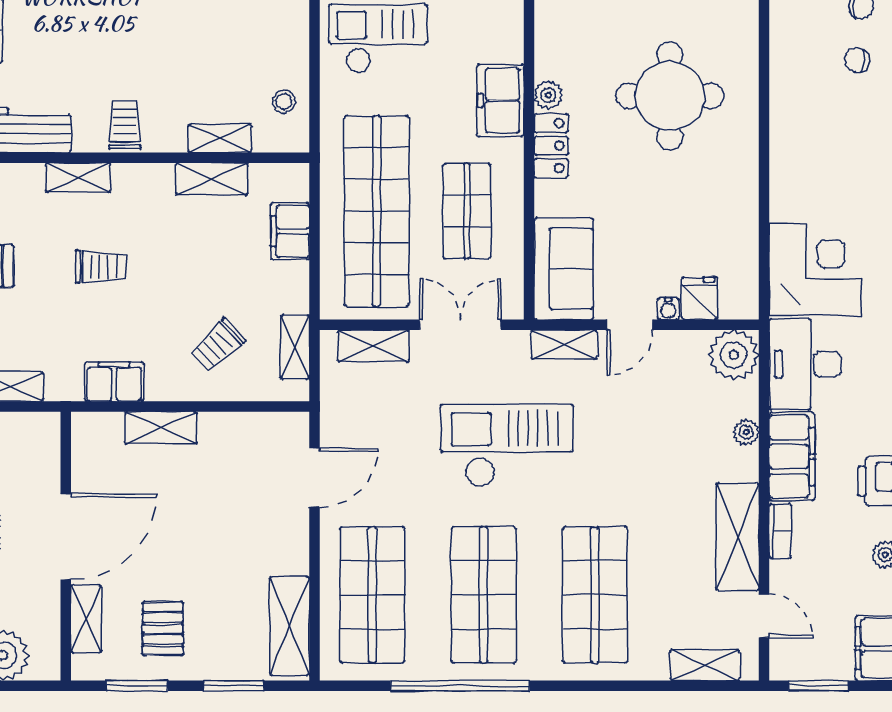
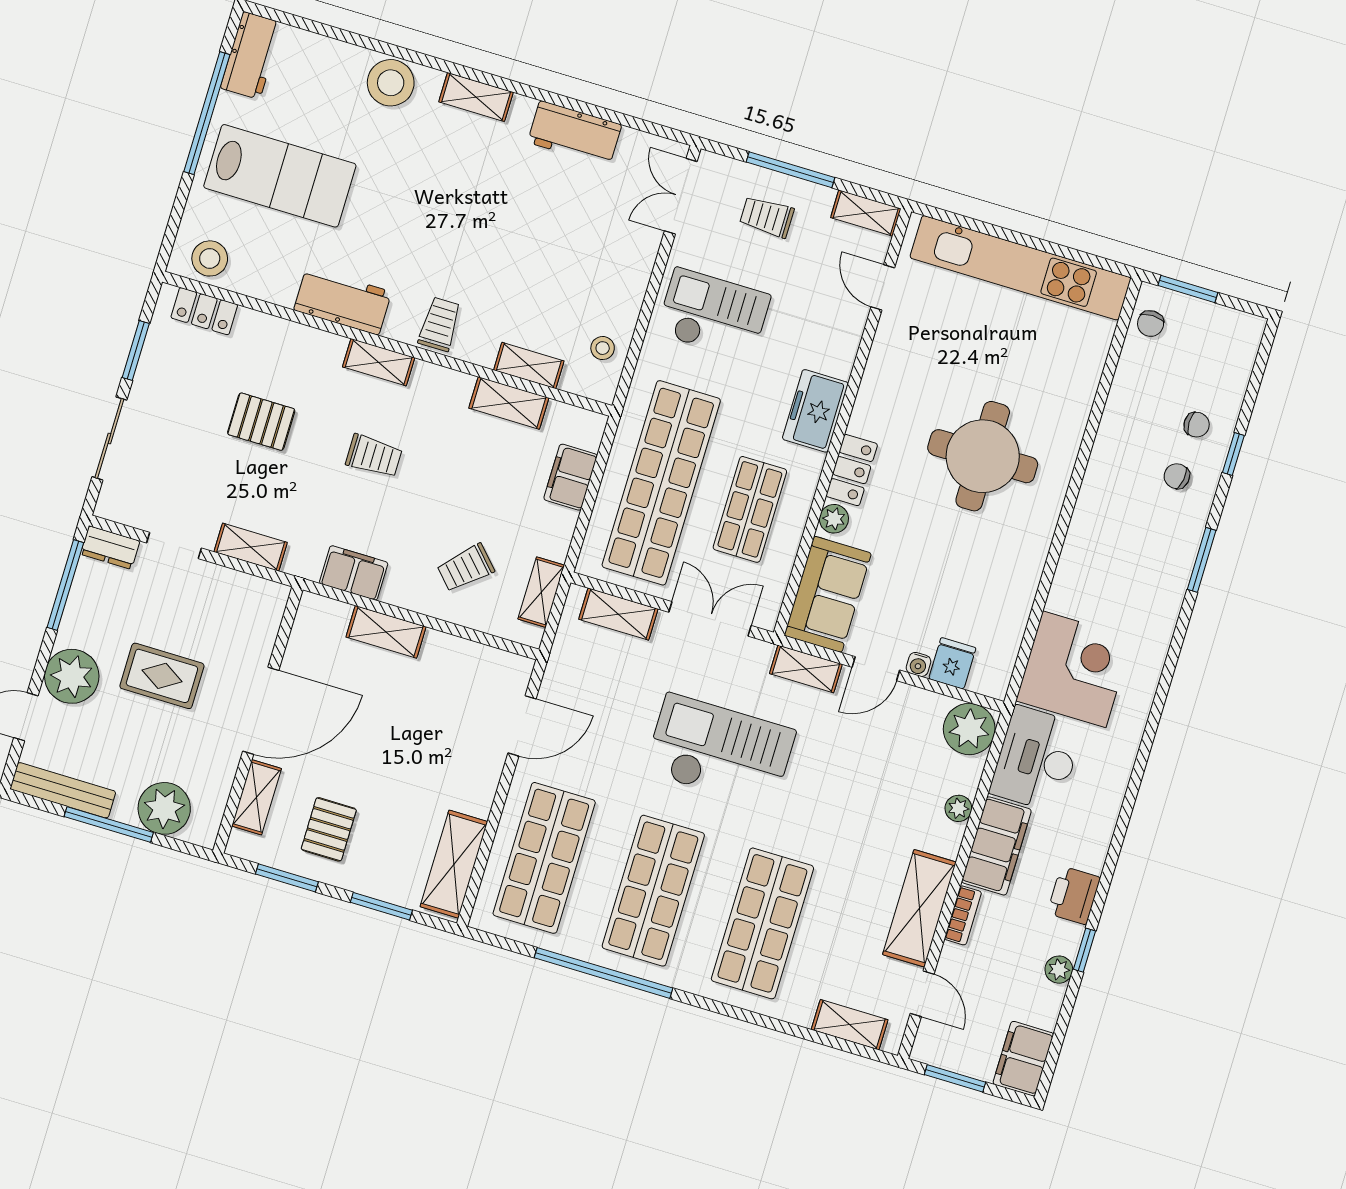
plant: (548, 95) -> (834, 519), moved

